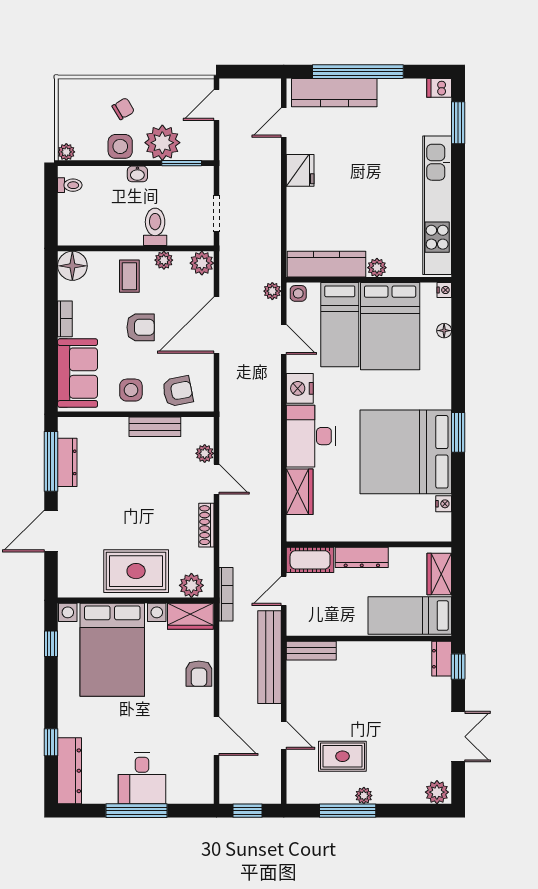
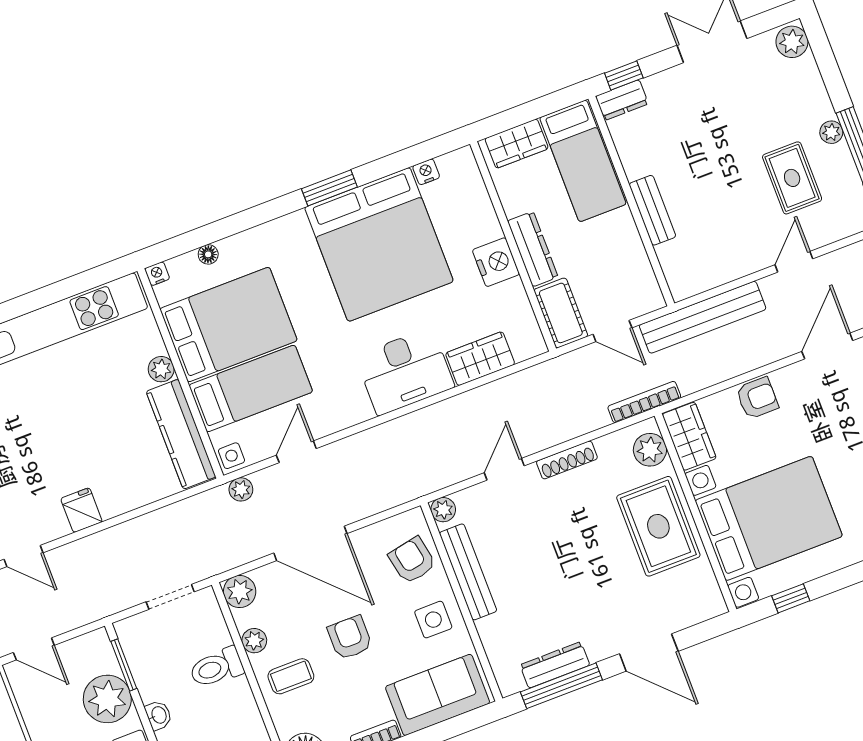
fridge: (300, 170) -> (81, 510), width x0.72
nightstand: (300, 388) -> (496, 262), moved, turned -90
bench: (155, 427) -> (468, 572), width x1.36
plant: (205, 453) -> (443, 510), moved
bench: (311, 651) -> (652, 210), moved

